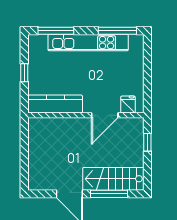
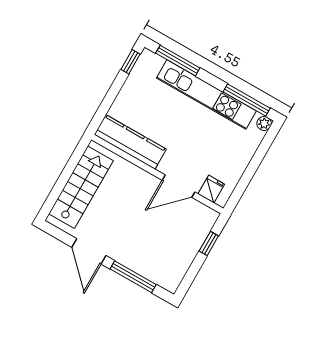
plant: (138, 40) -> (264, 123), added
window: (24, 73) -> (131, 62), moved
stairs: (113, 179) -> (81, 187), moved, turned 90

